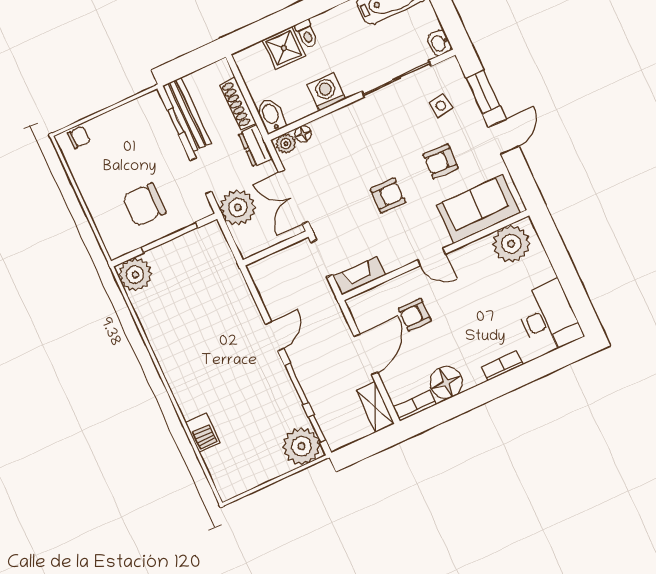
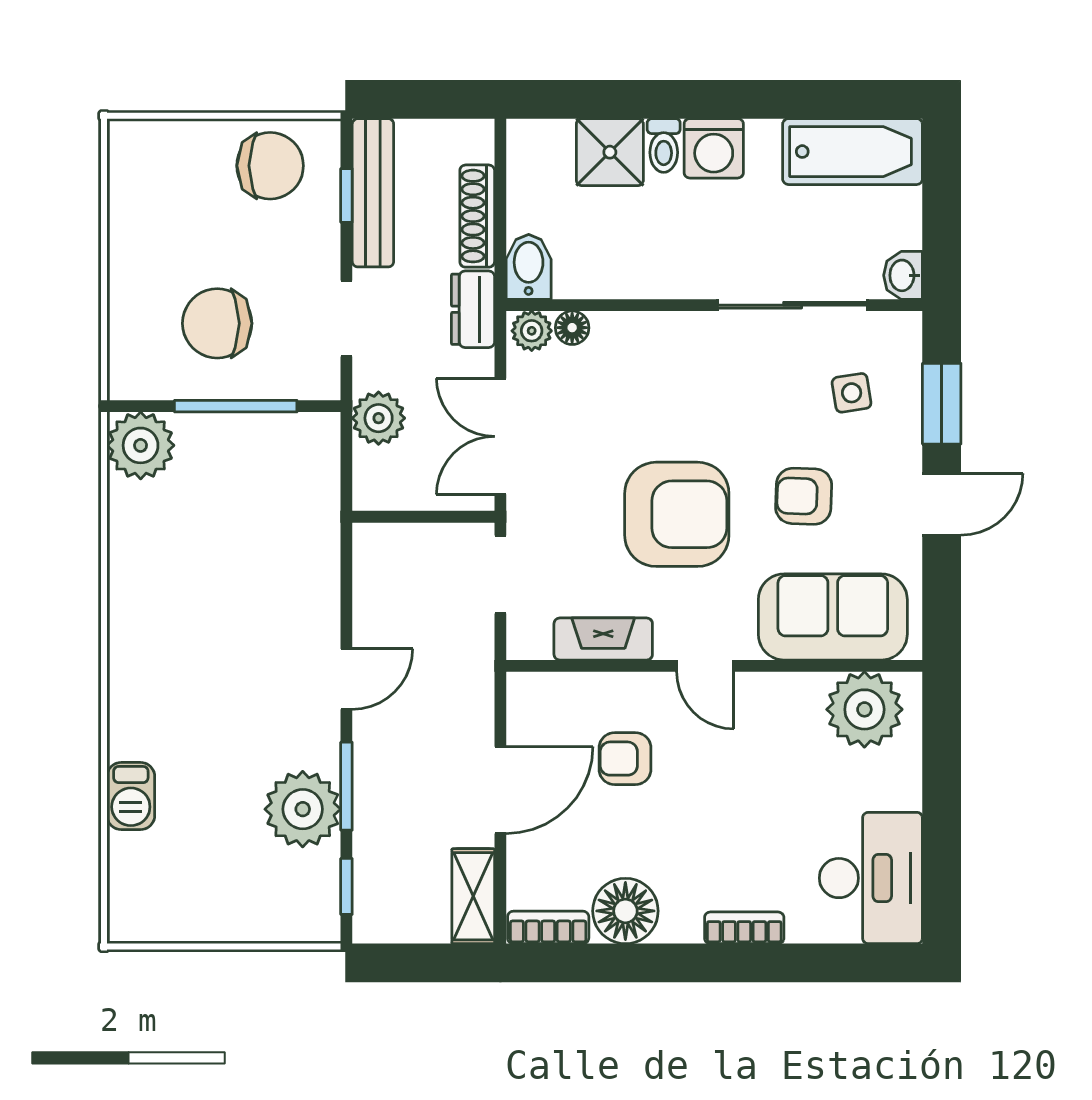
washing machine: (327, 92) -> (714, 148), moved, turned 180
chair: (79, 137) -> (270, 166), moved, width x1.87, depth x1.87
armchair: (388, 195) -> (677, 514), width x1.88, depth x1.88
plant: (238, 207) -> (379, 418), width x0.73, depth x0.73
fireplace: (359, 276) -> (603, 639), moved
plant: (302, 446) -> (303, 809), moved

